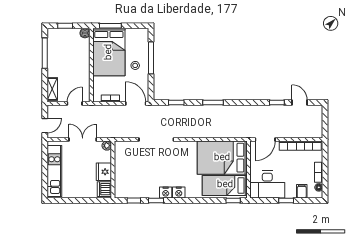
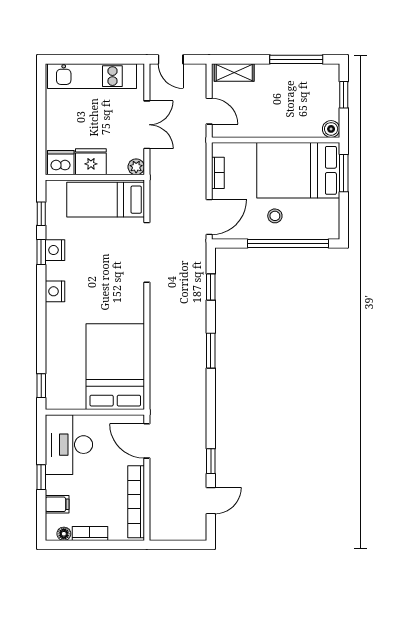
window: (151, 58) -> (288, 243), width x1.46
bed: (225, 185) -> (106, 200), moved, turned -90
nightstand: (166, 192) -> (55, 250), moved

